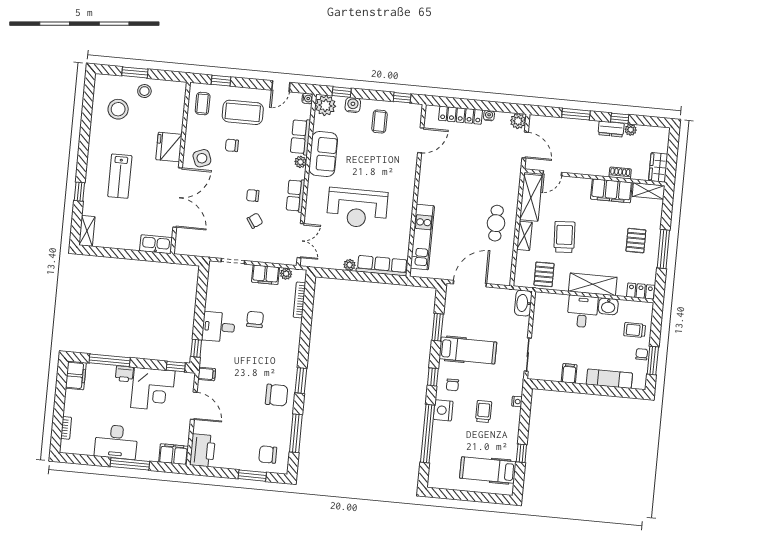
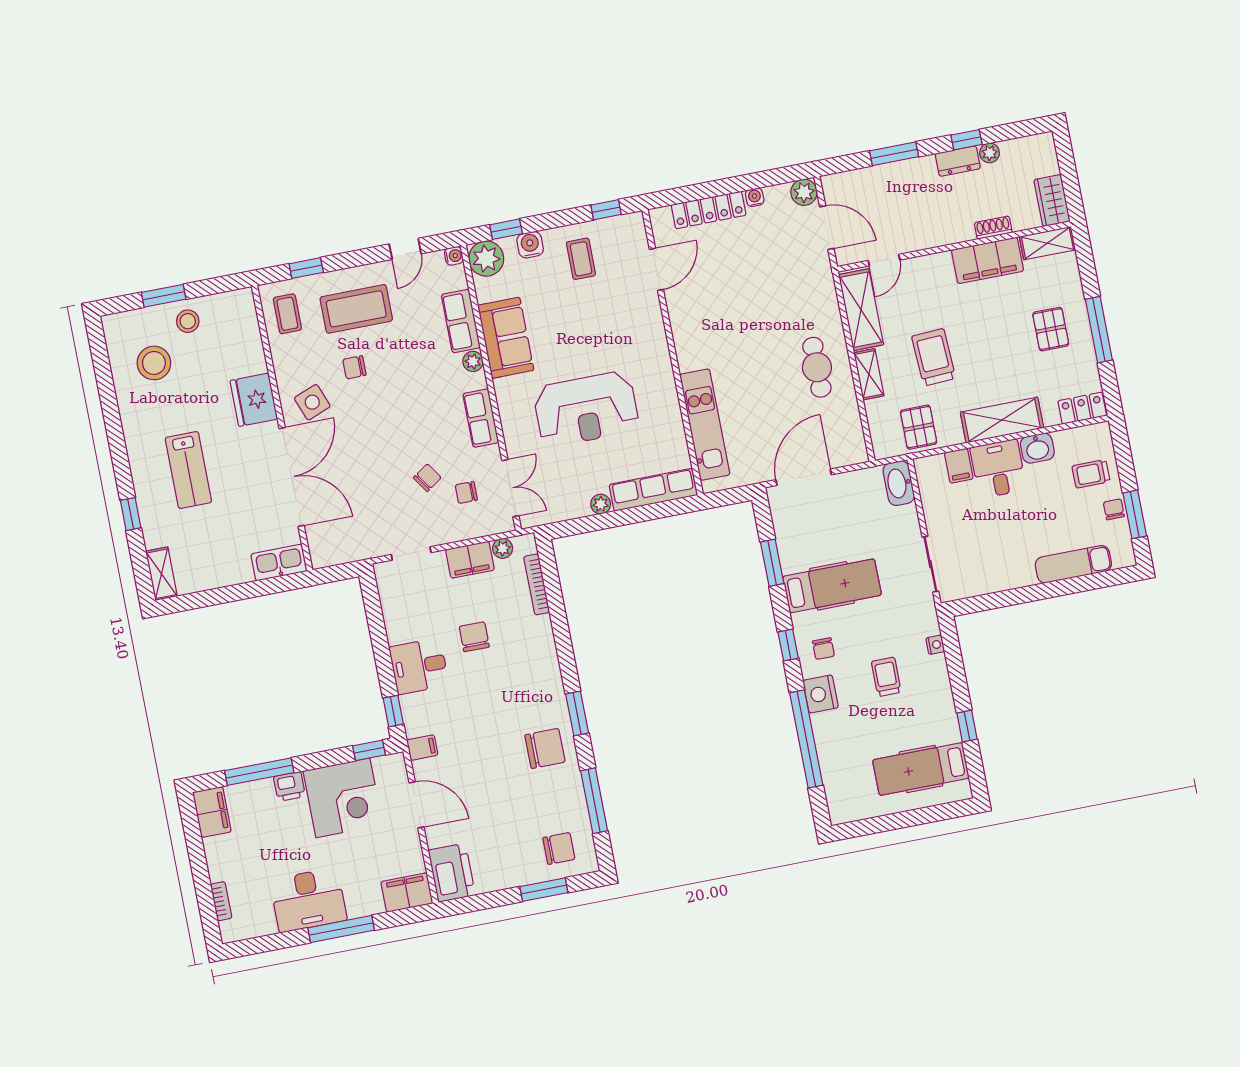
chair: (253, 196) -> (466, 492), moved
filing cabinet: (569, 373) -> (959, 466), moved, turned 180
chair: (268, 455) -> (559, 848), turned 180

